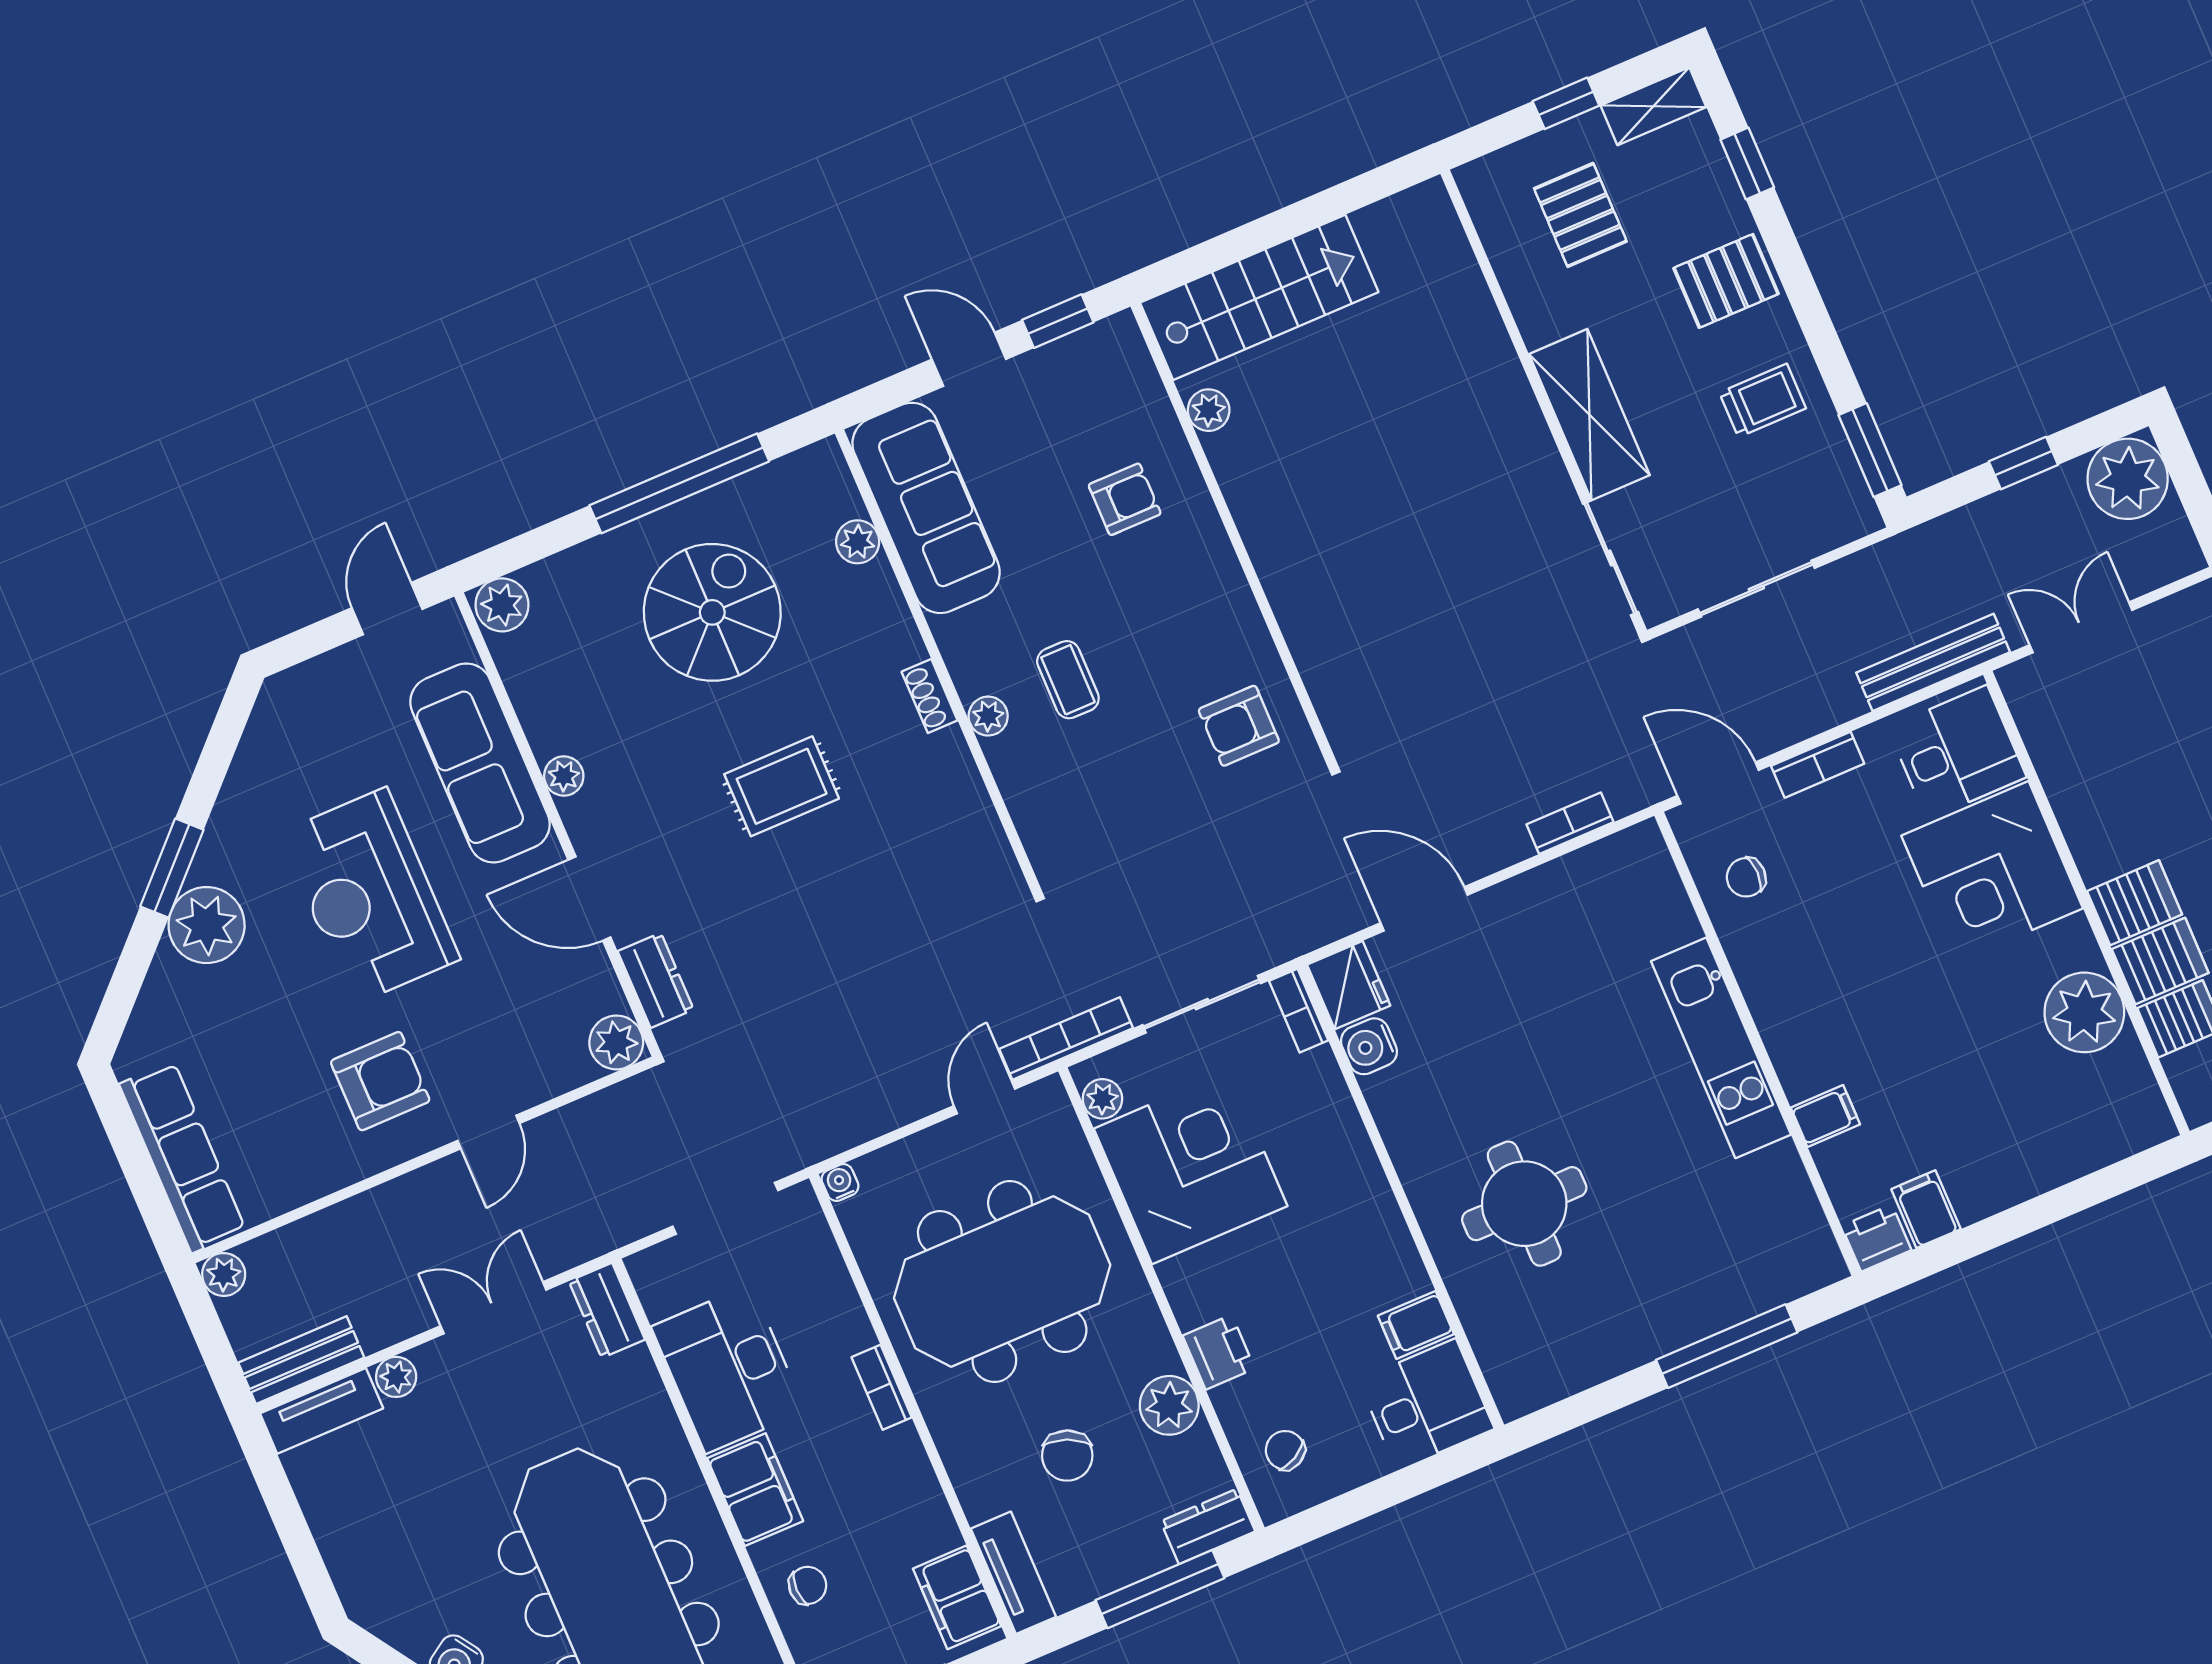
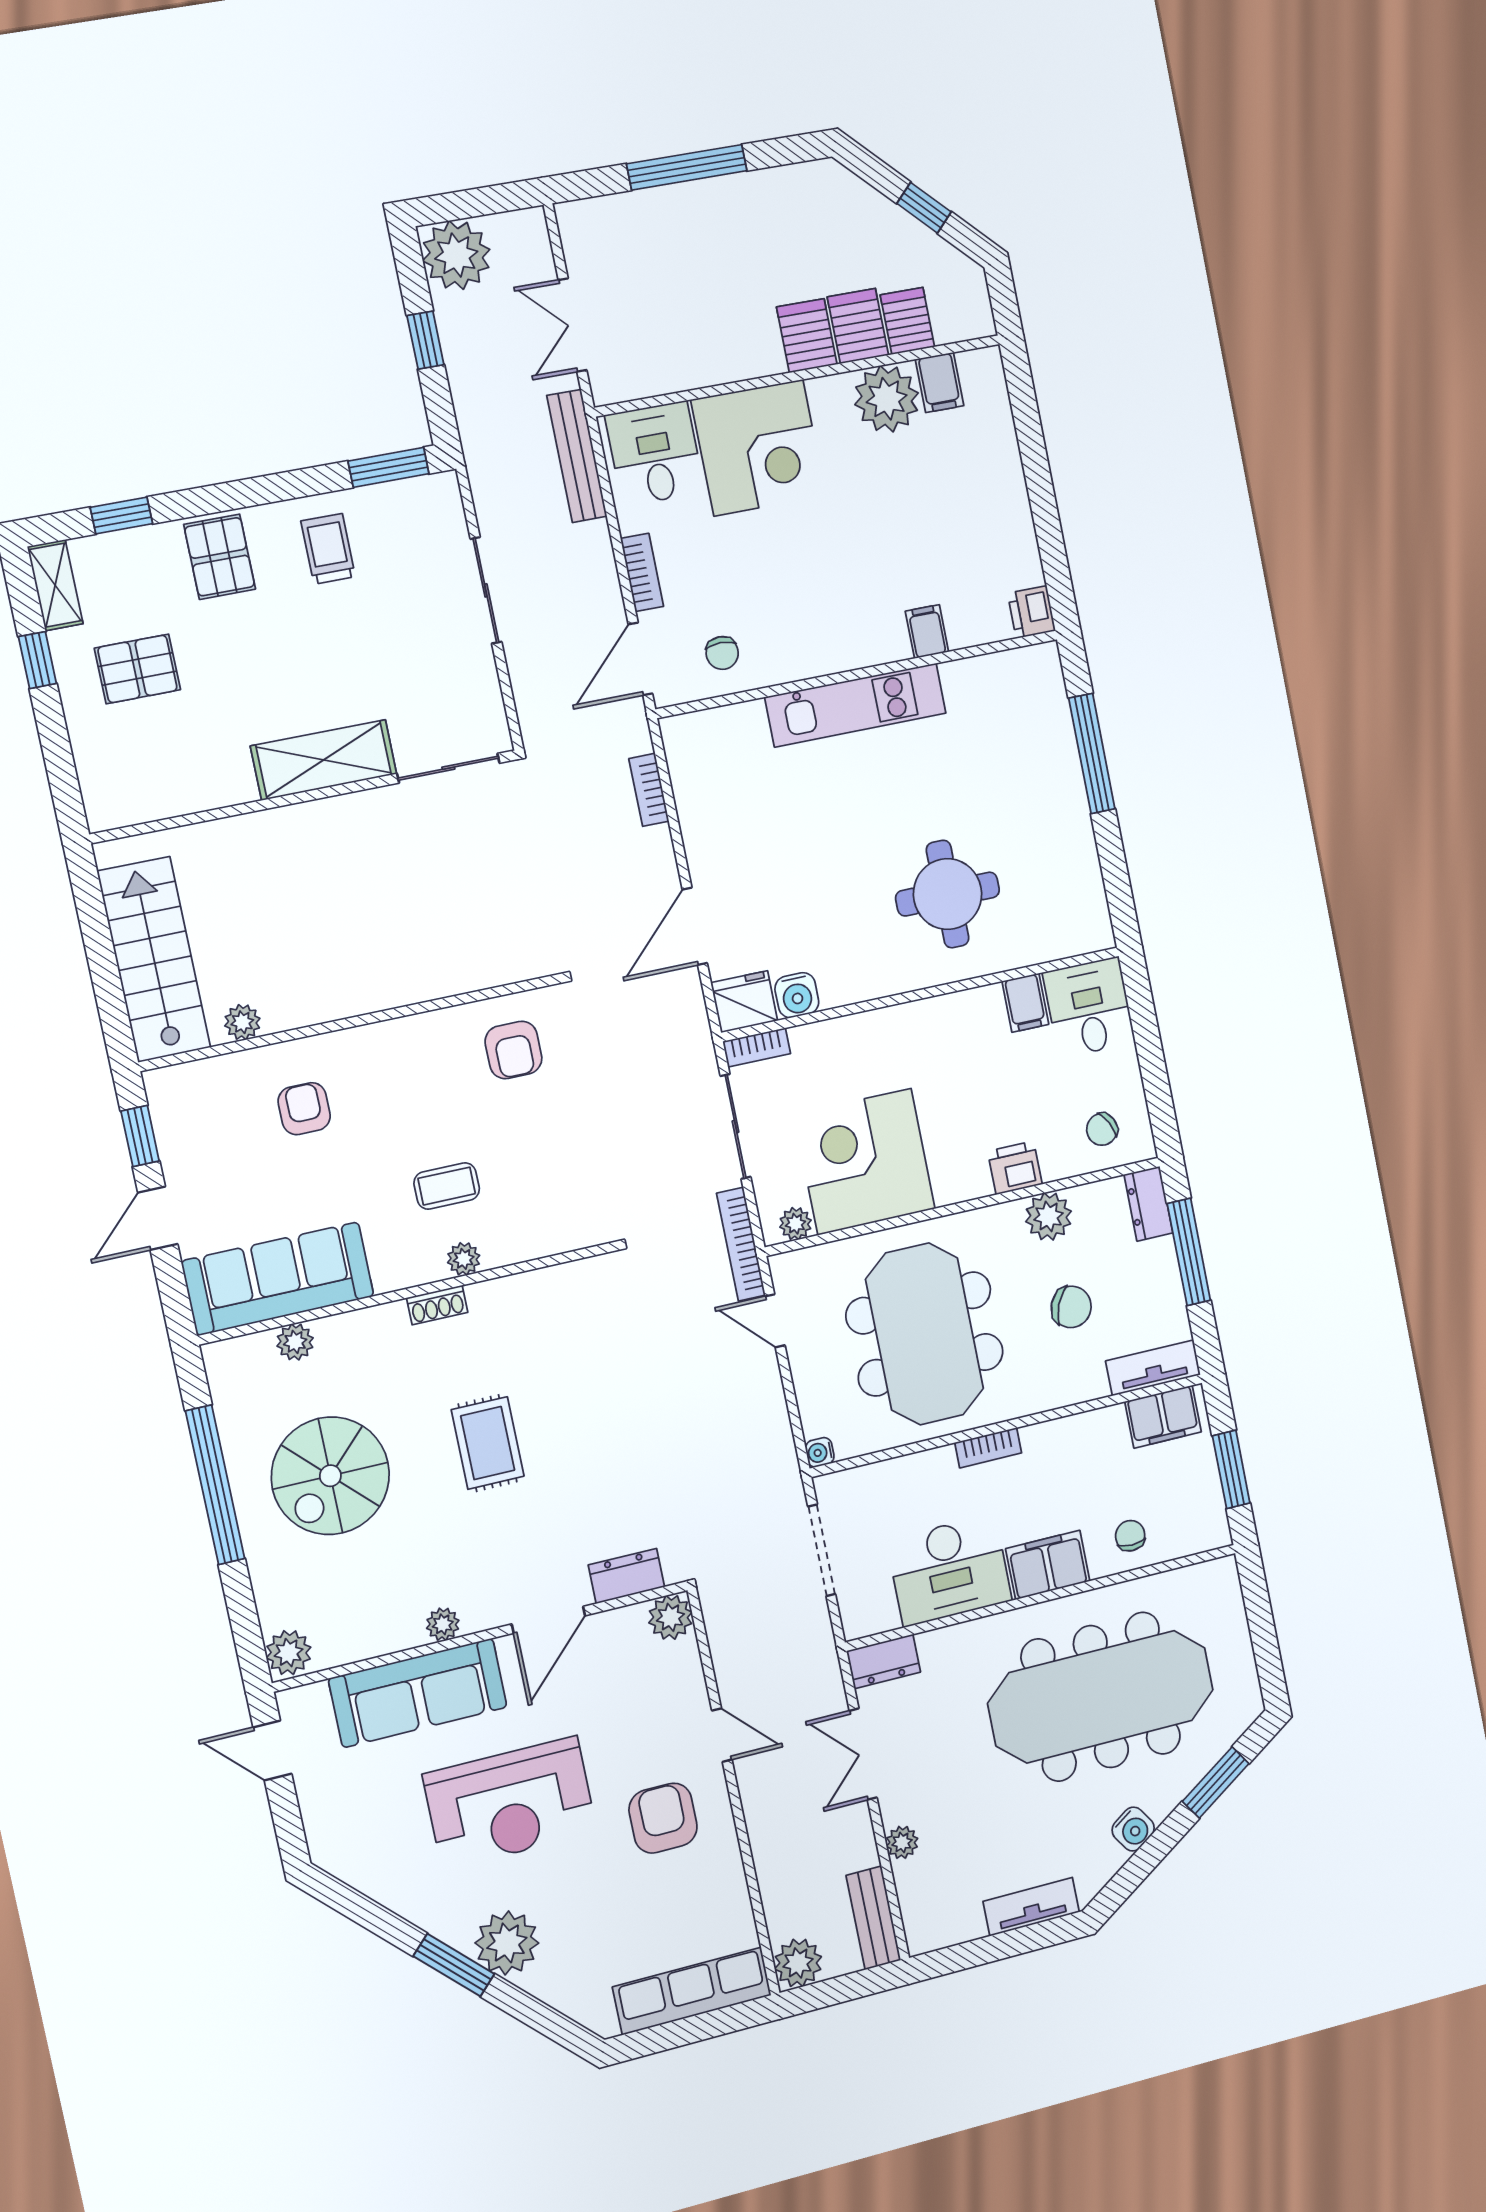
wall: (1544, 402) -> (305, 796), moved
shelving: (1589, 415) -> (324, 760), moved
sliding door: (1611, 558) -> (448, 768), moved
spiral stairs: (712, 612) -> (330, 1476), turned -90
filing cabinet: (1926, 1209) -> (940, 382), moved, turned -90
plant: (224, 1274) -> (798, 1963), width x1.38, depth x1.38
tv unit: (322, 1411) -> (1031, 1907), moved, turned -90

